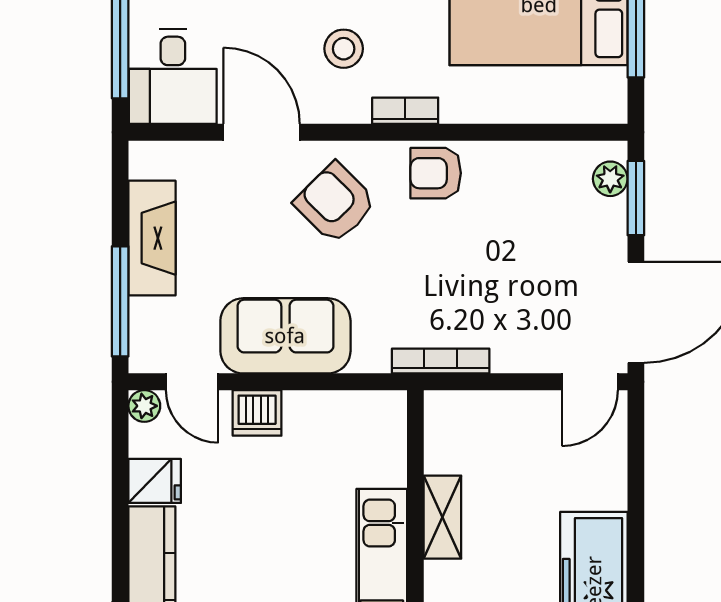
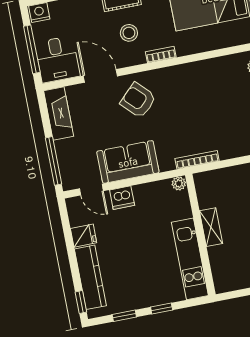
armchair: (436, 173) -> (179, 79), removed
fireplace: (152, 238) -> (59, 114), moved
plant: (144, 406) -> (179, 184), moved

